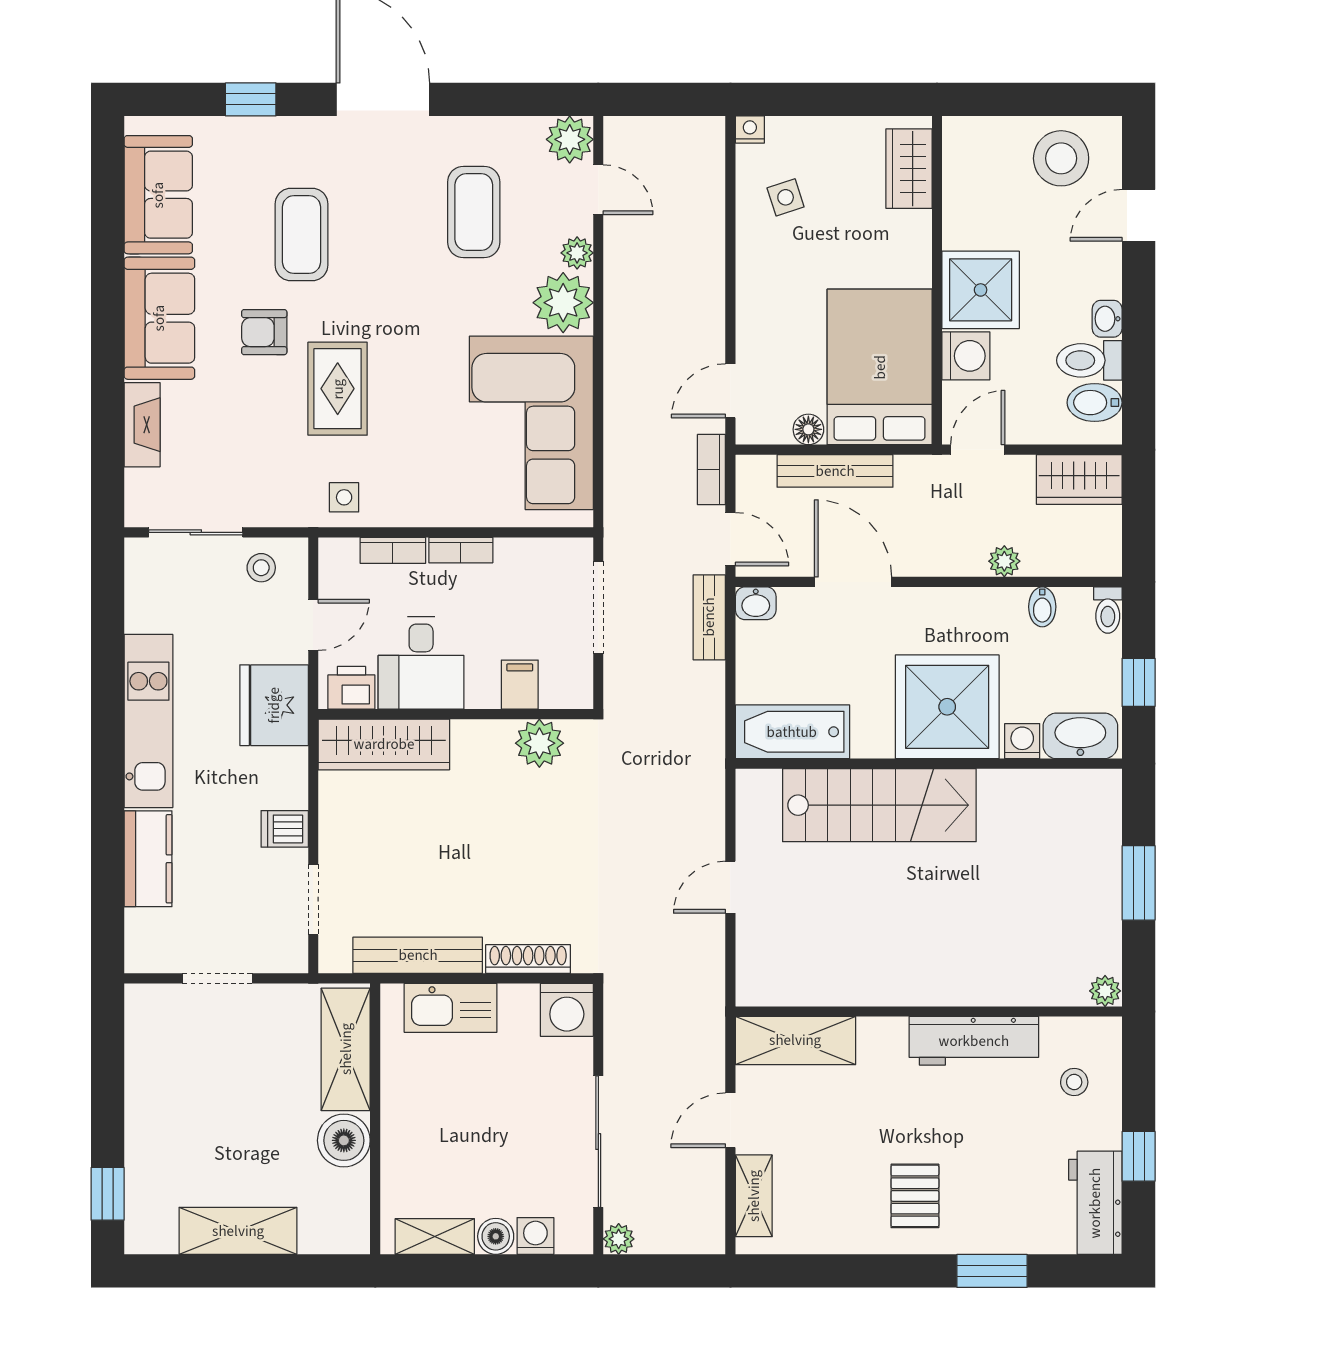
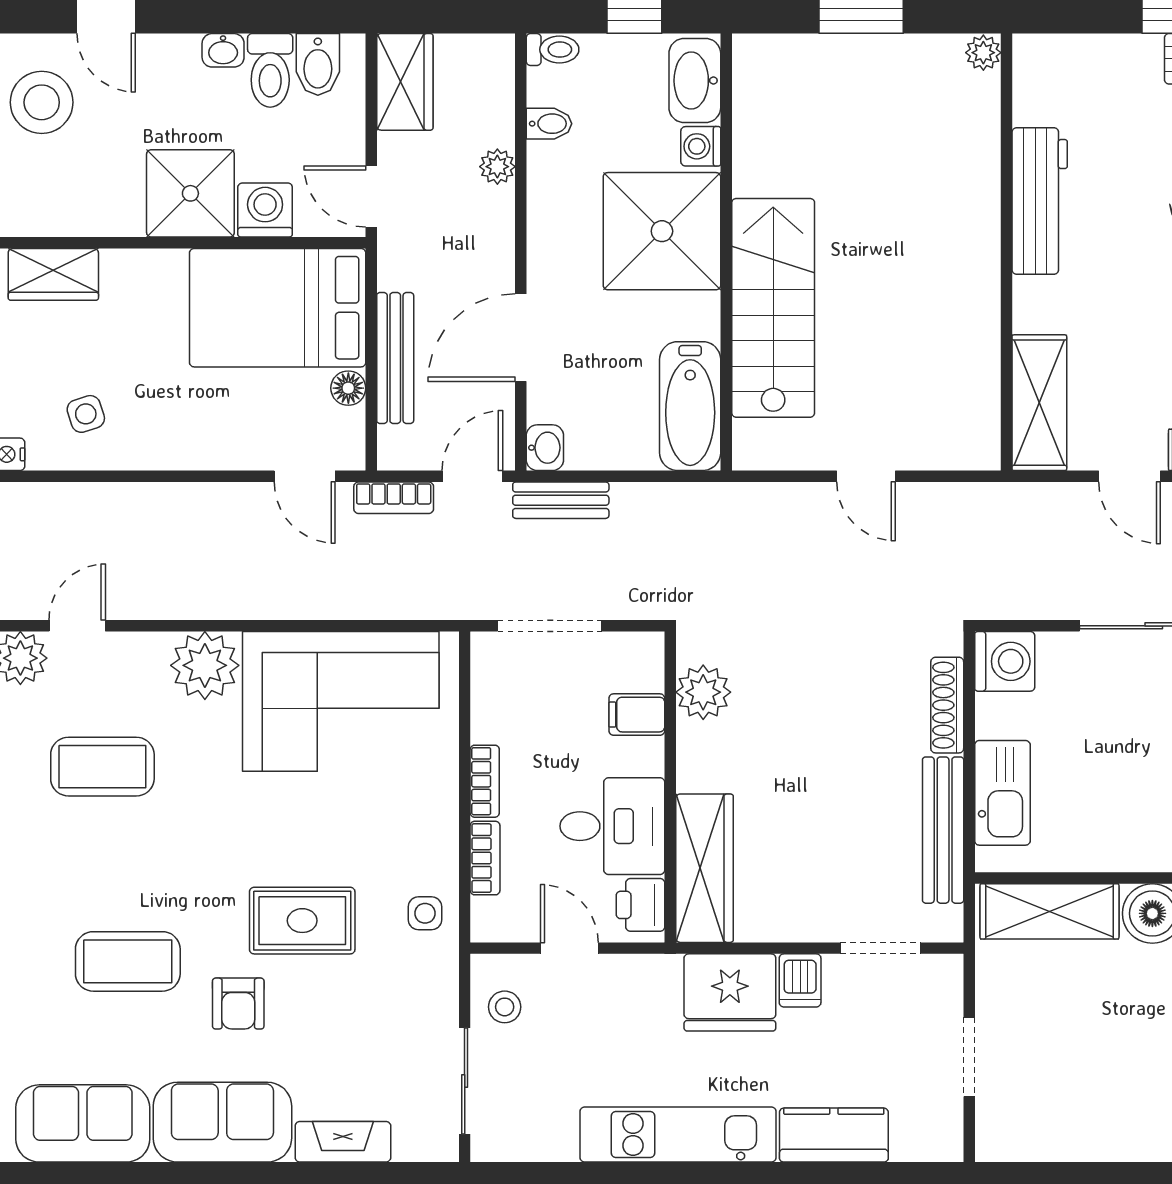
plant: (577, 253) -> (149, 650), removed
fridge: (274, 705) -> (730, 992), moved
stool: (1074, 1082) -> (1086, 88), removed

